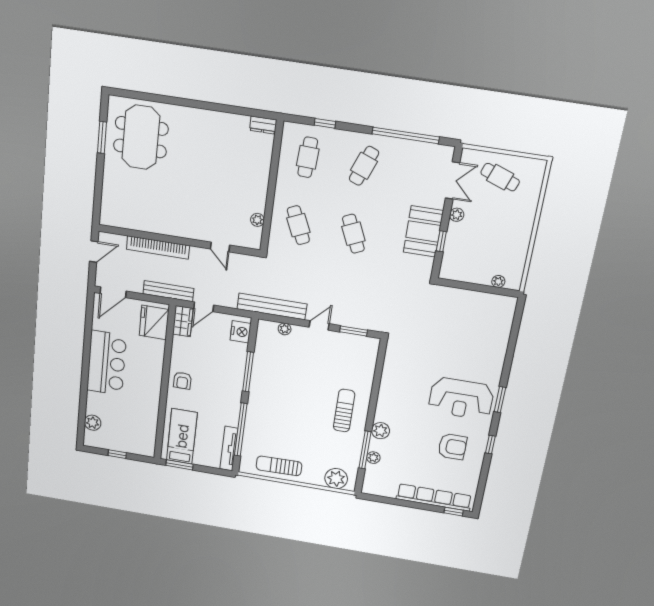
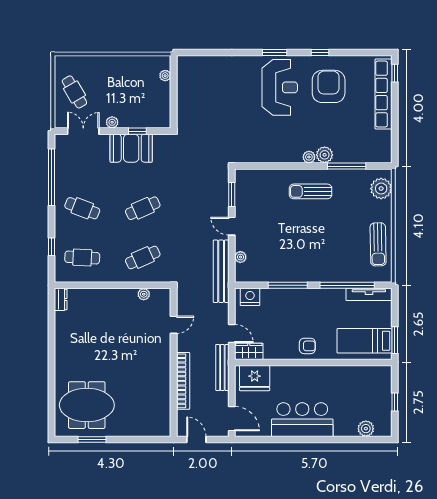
cafe table: (500, 177) -> (74, 92), turned -50
armchair: (452, 447) -> (329, 86), width x1.36, depth x1.36
plant: (373, 458) -> (309, 157), moved

